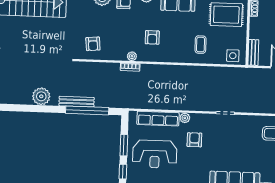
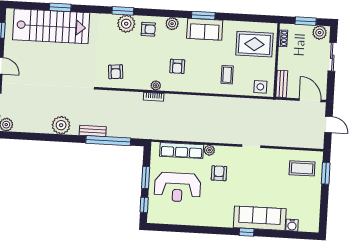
bench: (77, 102) -> (93, 131), width x0.73

